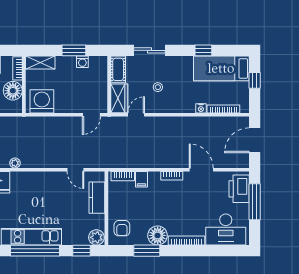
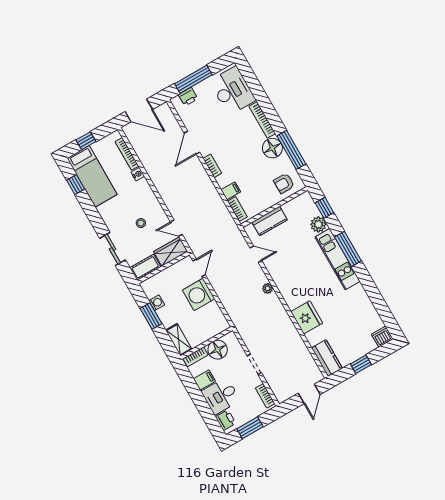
window: (203, 50) -> (76, 185), moved
washing machine: (42, 101) -> (199, 294), moved
door: (91, 115) -> (199, 268), hinge flipped
plant: (15, 163) -> (268, 288), moved
door: (75, 170) -> (256, 254), hinge flipped
printer: (239, 189) -> (188, 97), width x0.53, depth x0.68
armchair: (122, 228) -> (284, 183), turned 180
plant: (96, 237) -> (318, 224), moved
window: (35, 251) -> (348, 249), width x0.68
window: (147, 251) -> (291, 150), width x1.44

